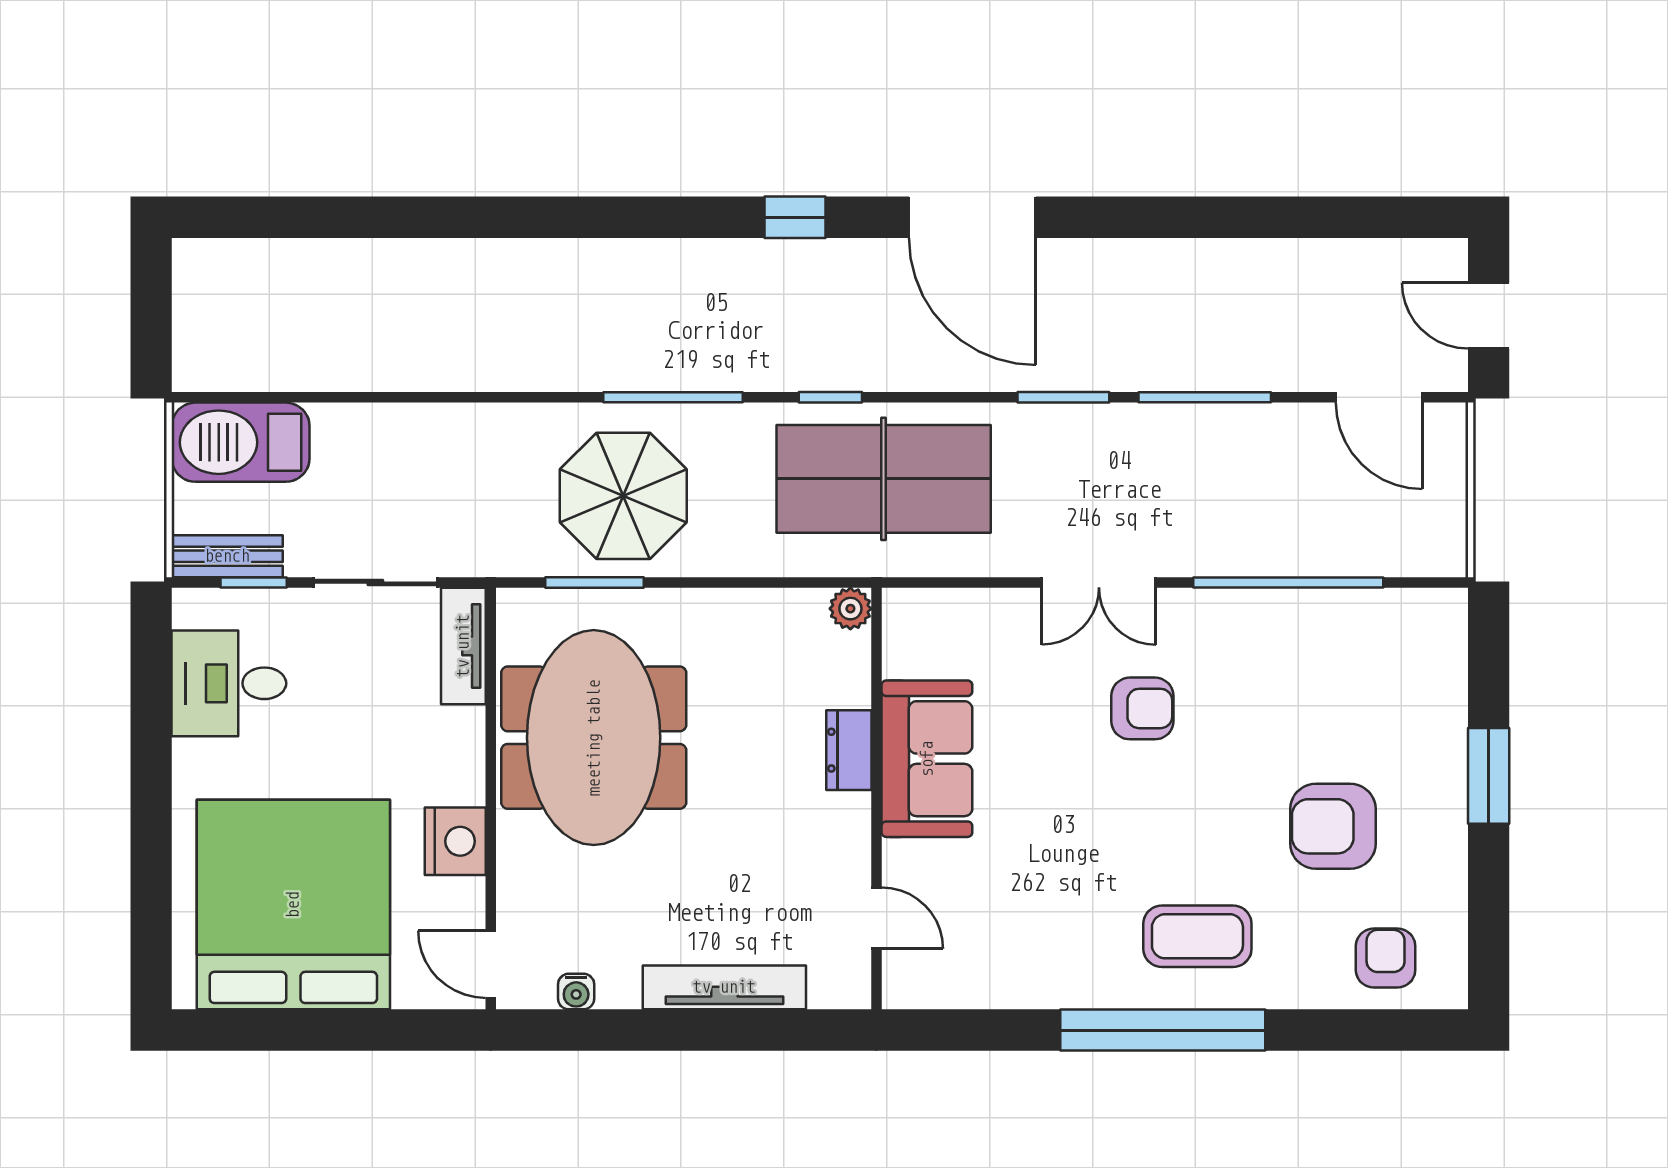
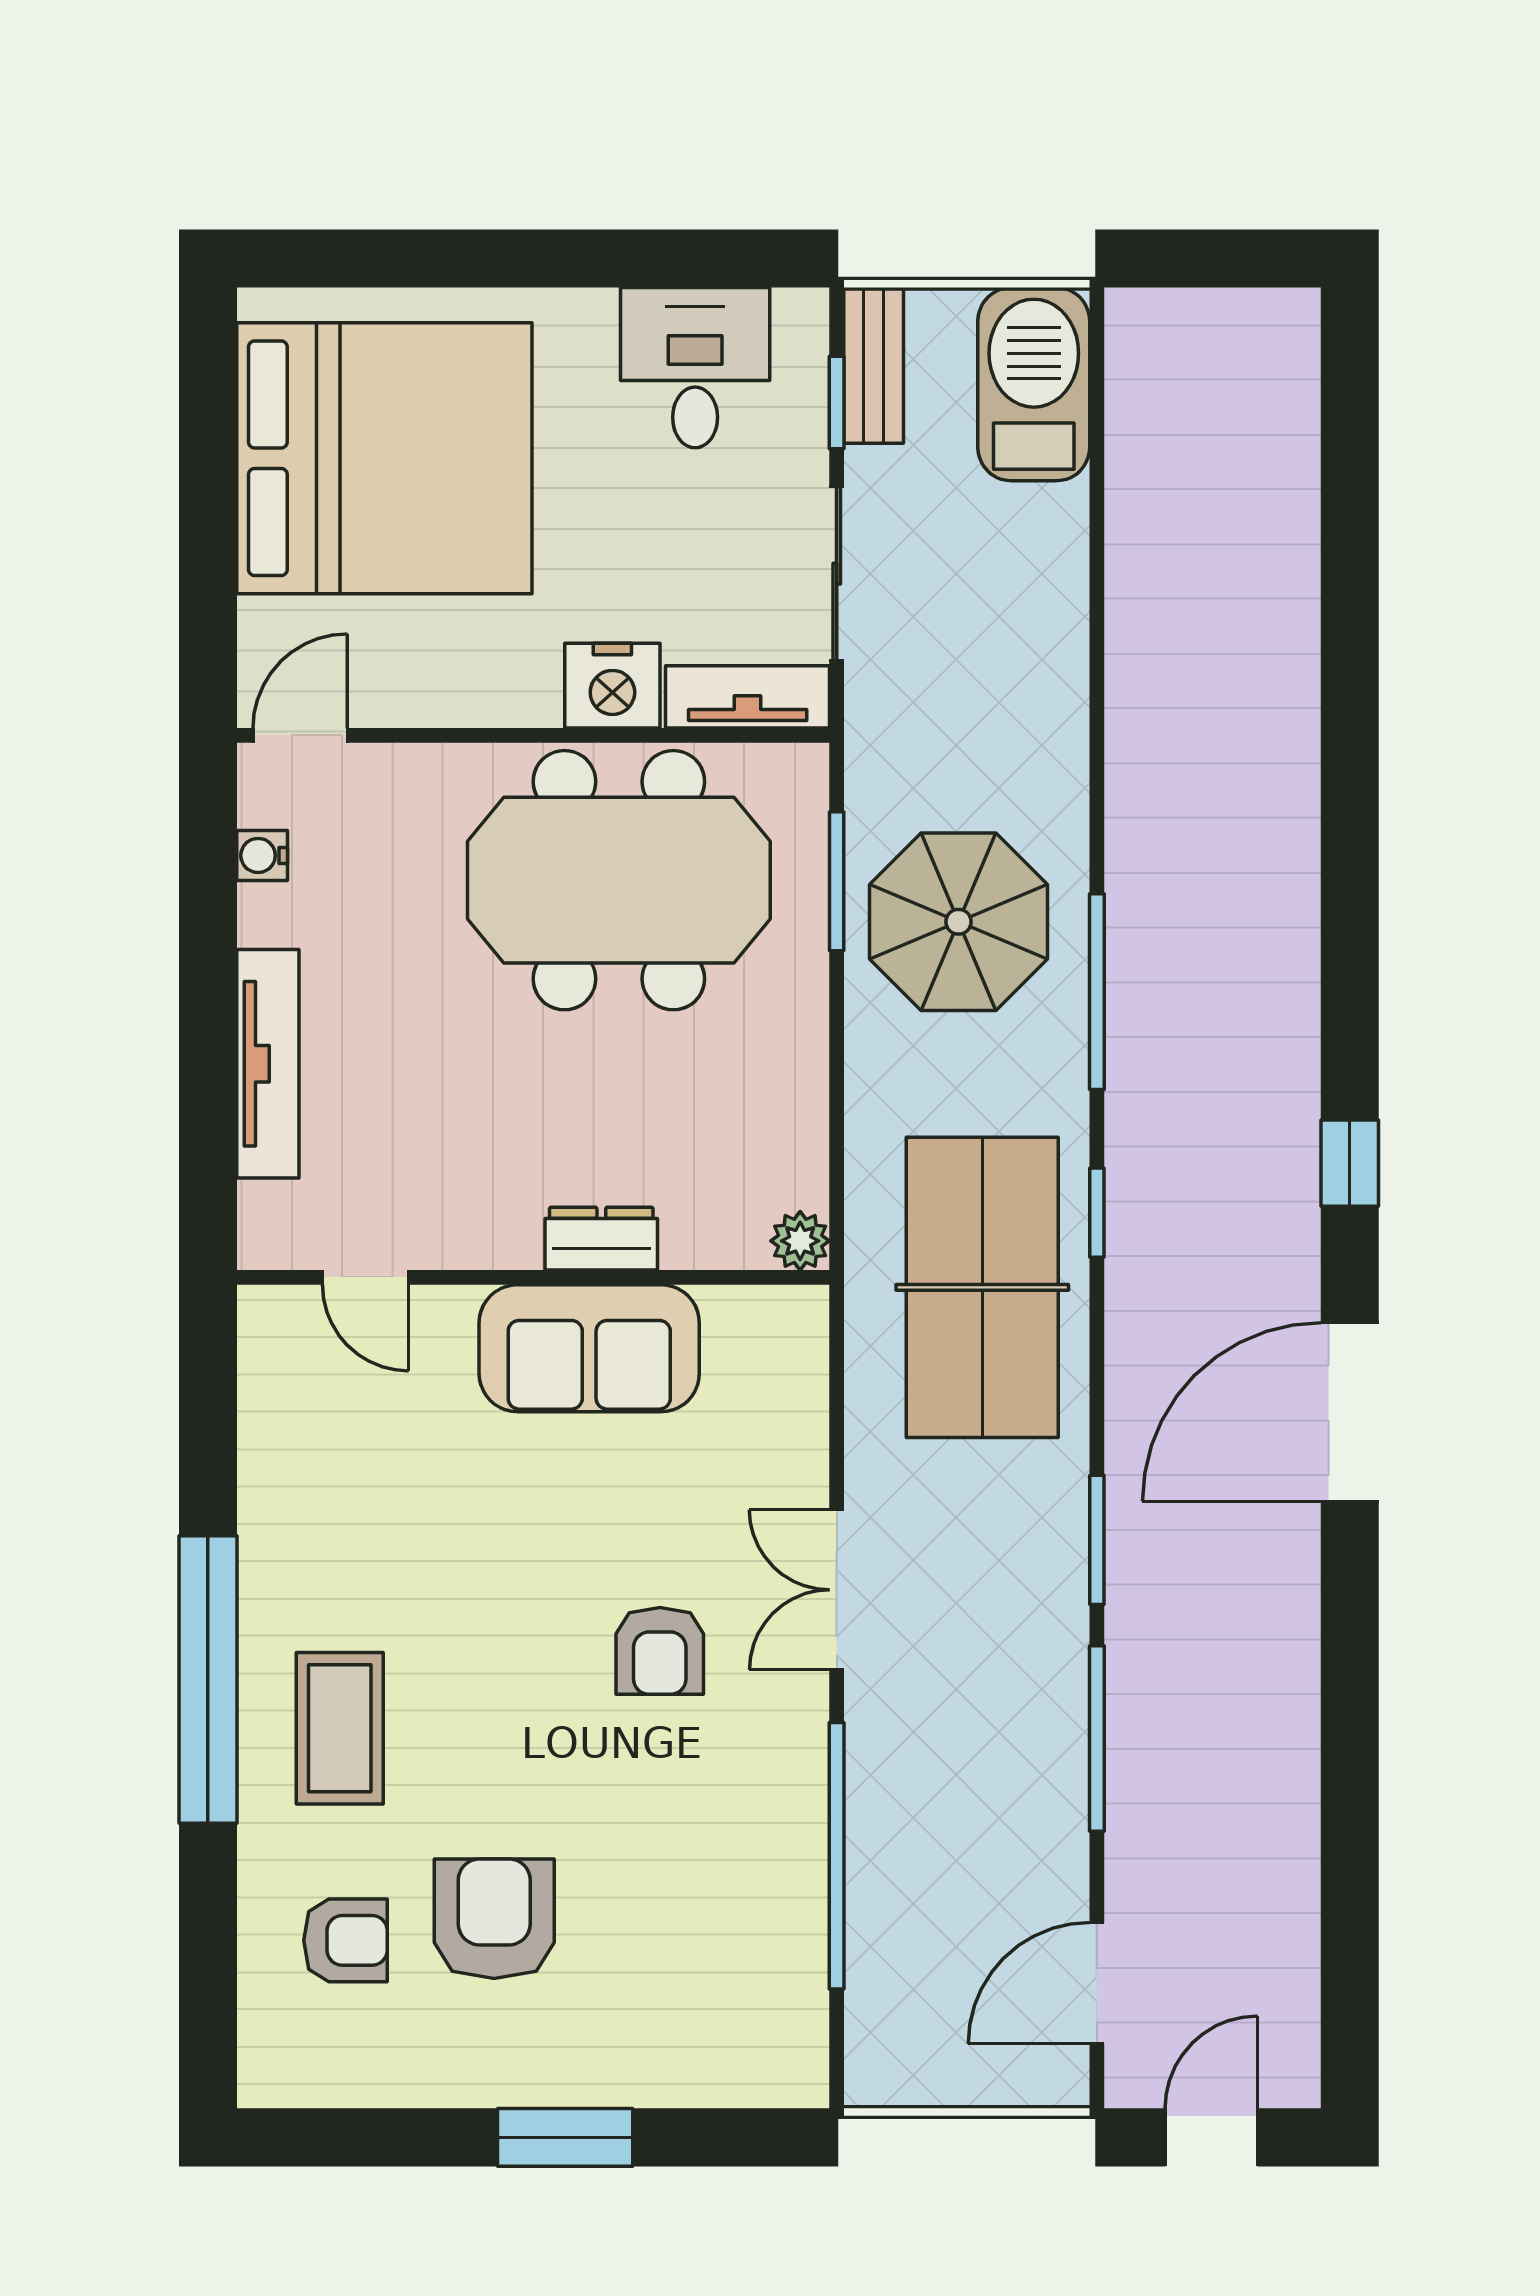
nightstand: (455, 841) -> (612, 686), moved
door: (876, 918) -> (365, 1277), hinge flipped
armchair: (1386, 958) -> (346, 1940), moved

